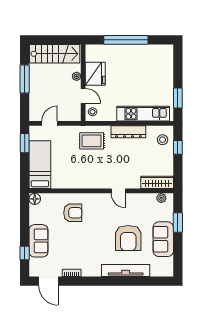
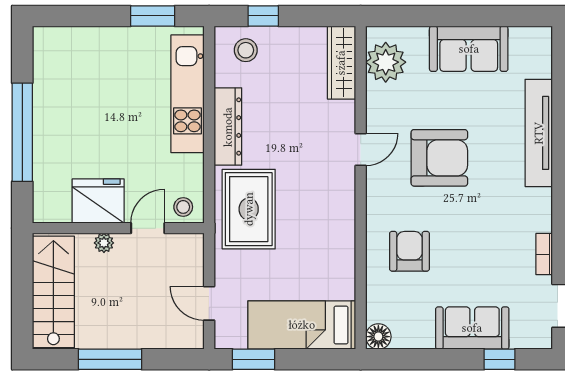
rug: (92, 141) -> (249, 209), width x1.36, depth x1.43
plant: (161, 198) -> (386, 62), width x1.88, depth x1.88
window: (178, 223) -> (431, 16), removed
armchair: (128, 238) -> (439, 158), moved

